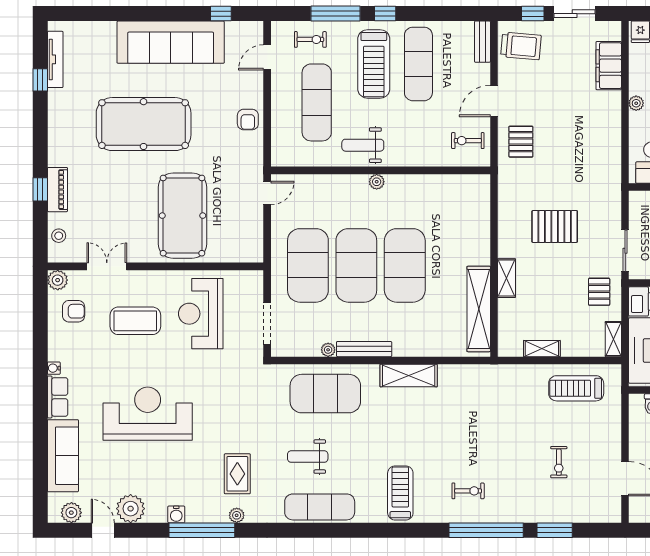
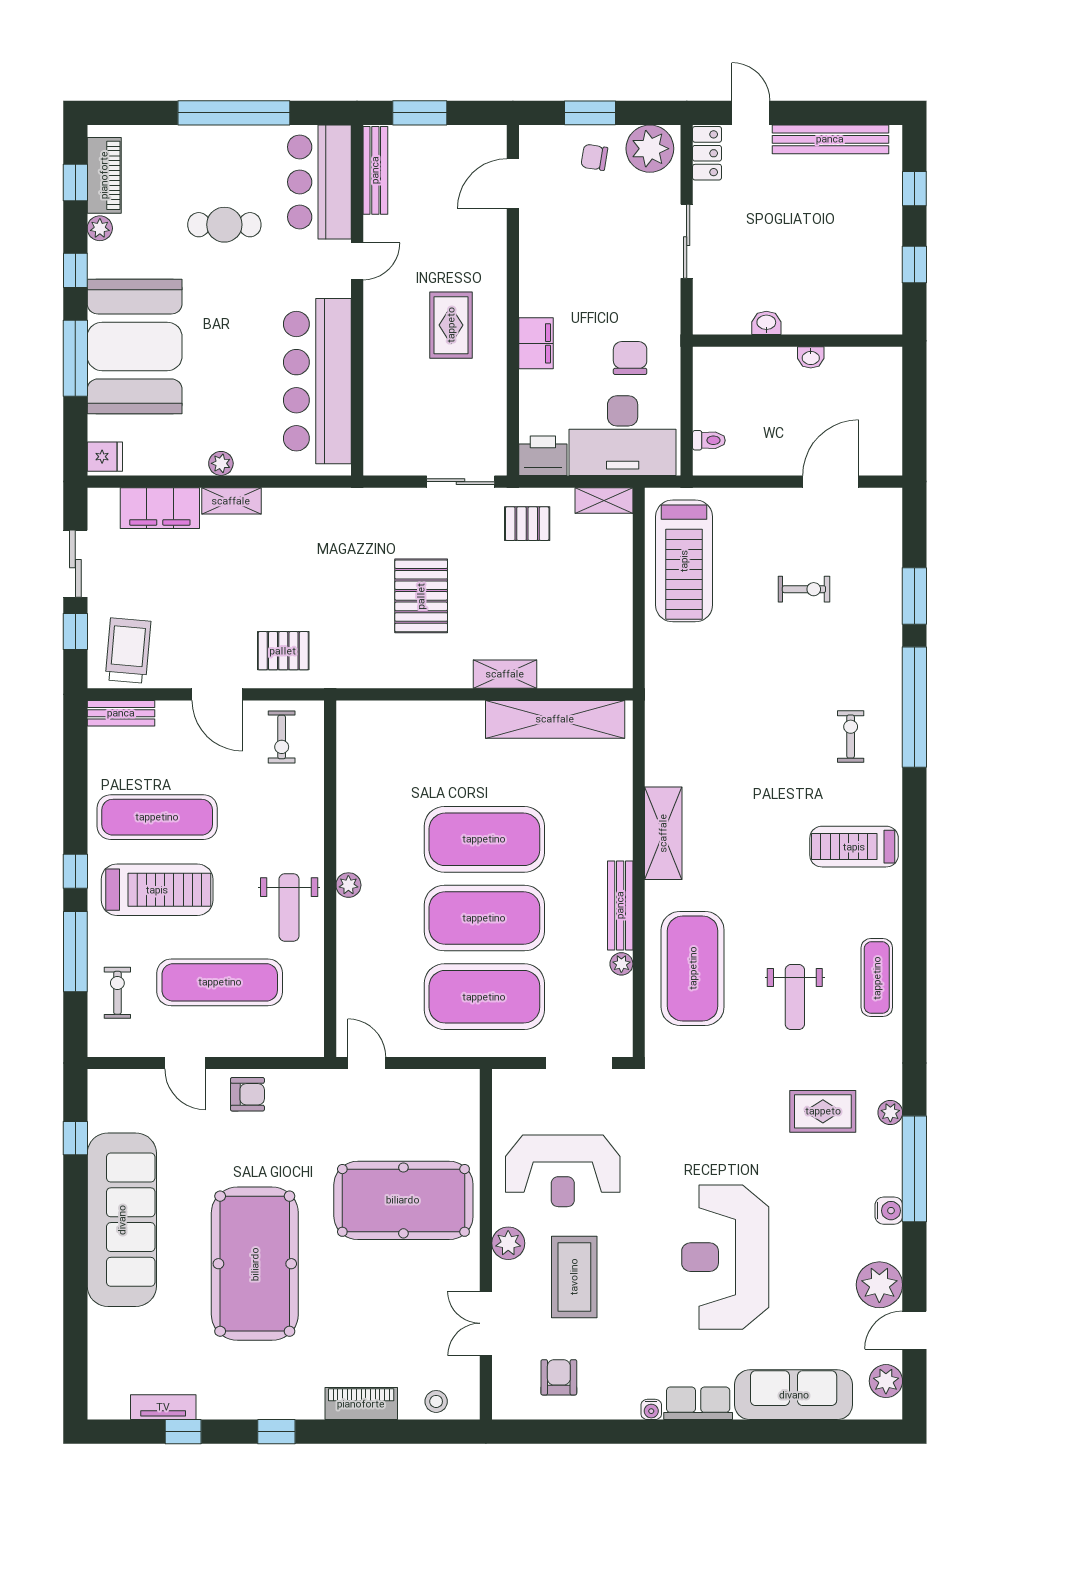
door: (267, 57) -> (185, 1063), moved
tv unit: (55, 59) -> (163, 1407), width x0.71
window: (40, 189) -> (276, 1432), moved
plant: (58, 280) -> (508, 1243), moved
shelving: (542, 349) -> (231, 501), moved, turned 90
treadmill: (576, 388) -> (684, 561), width x1.37, depth x1.38
exercise mat: (320, 507) -> (877, 978), width x0.73, depth x0.69

